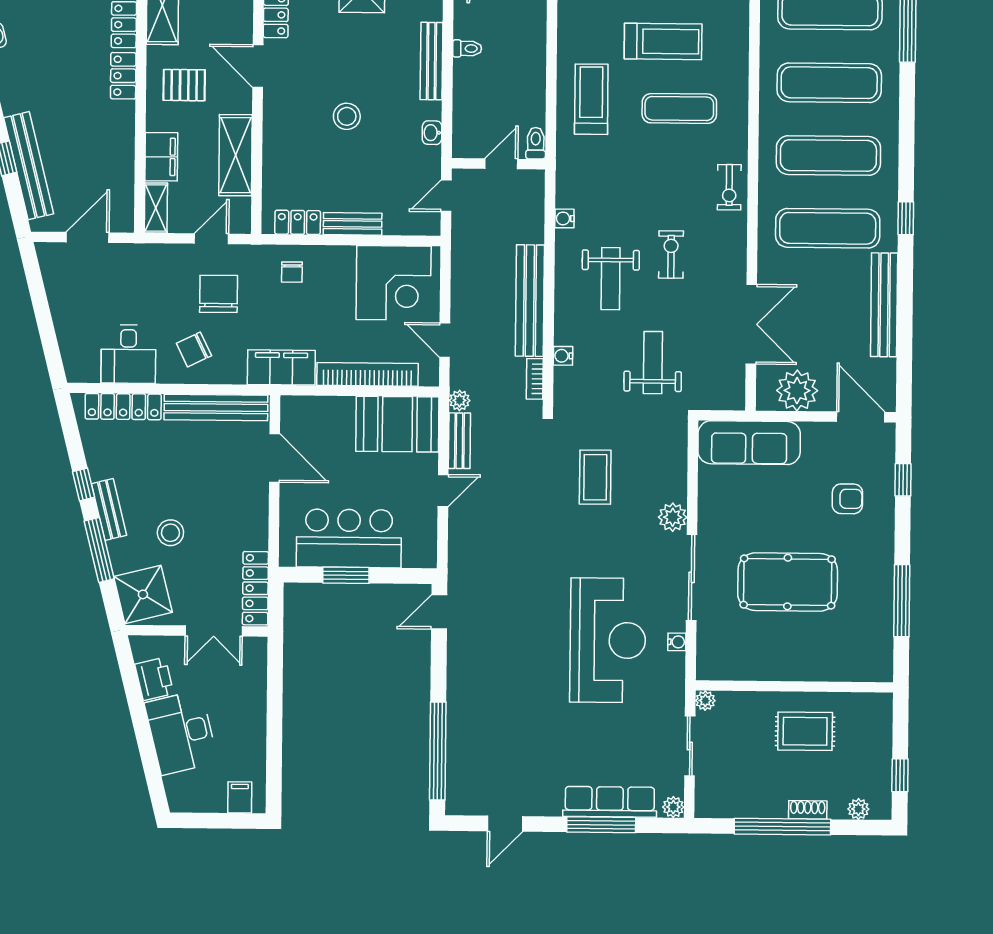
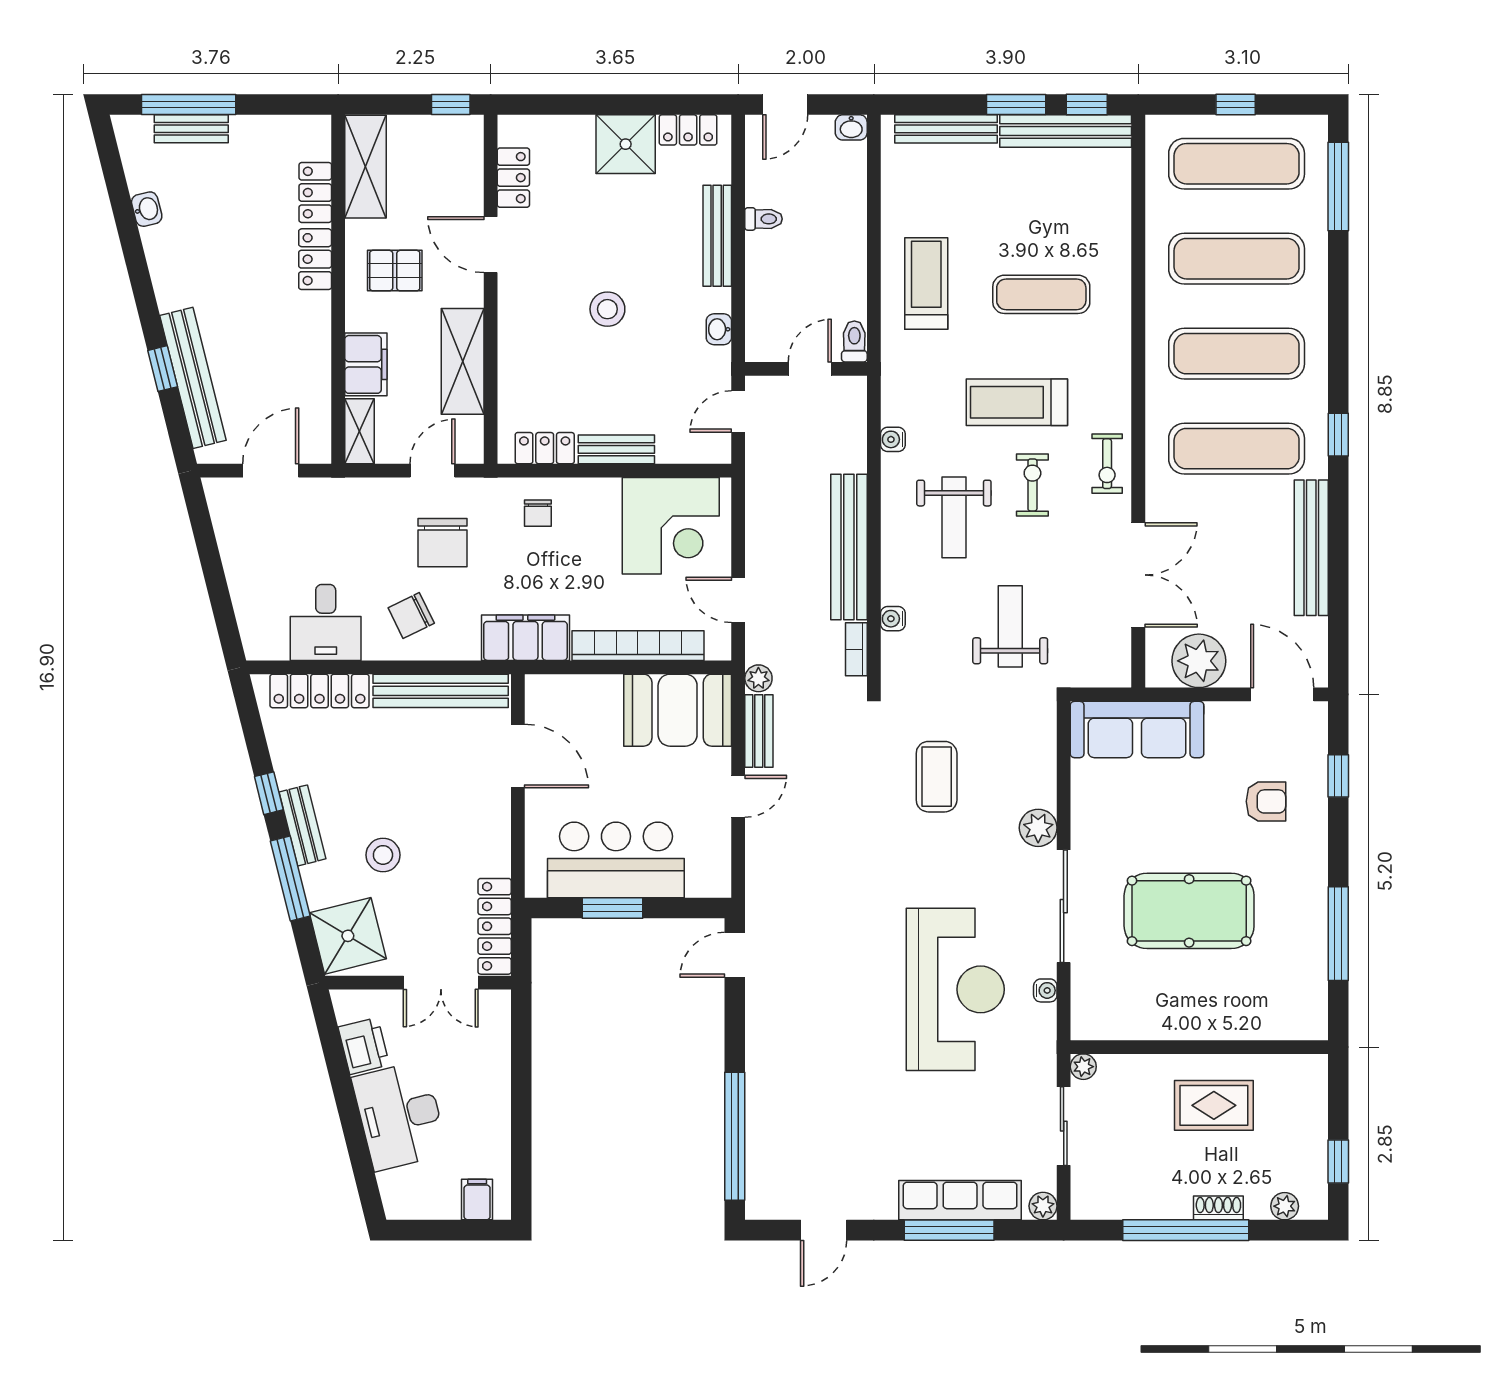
treadmill: (663, 41) -> (1017, 402), moved, turned 180
exercise bike: (729, 187) -> (1107, 464), moved
chair: (219, 294) -> (442, 543), turned 180

